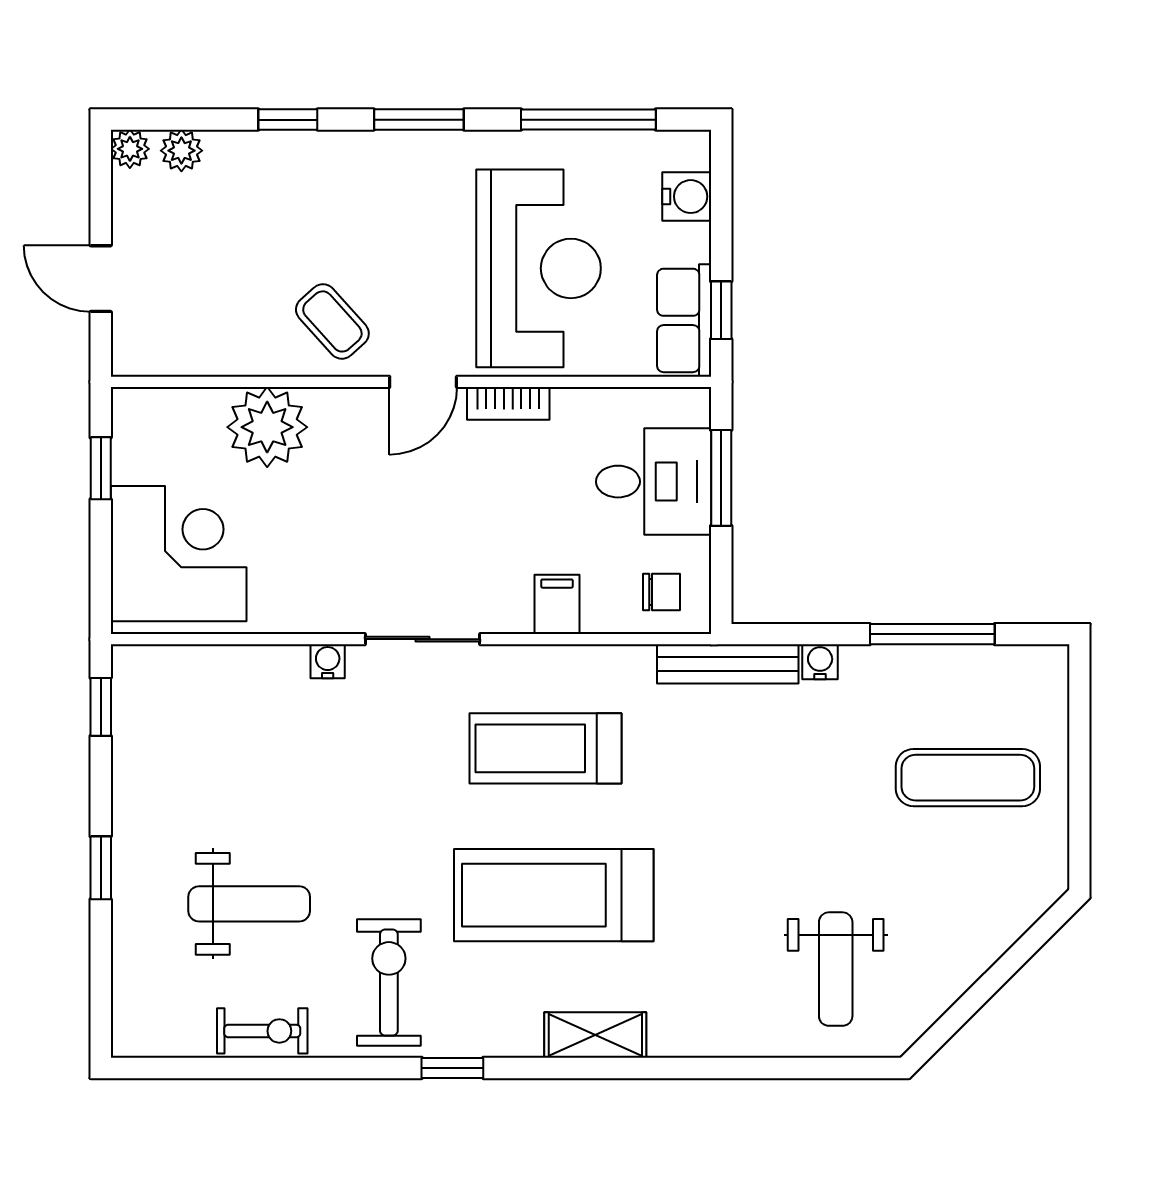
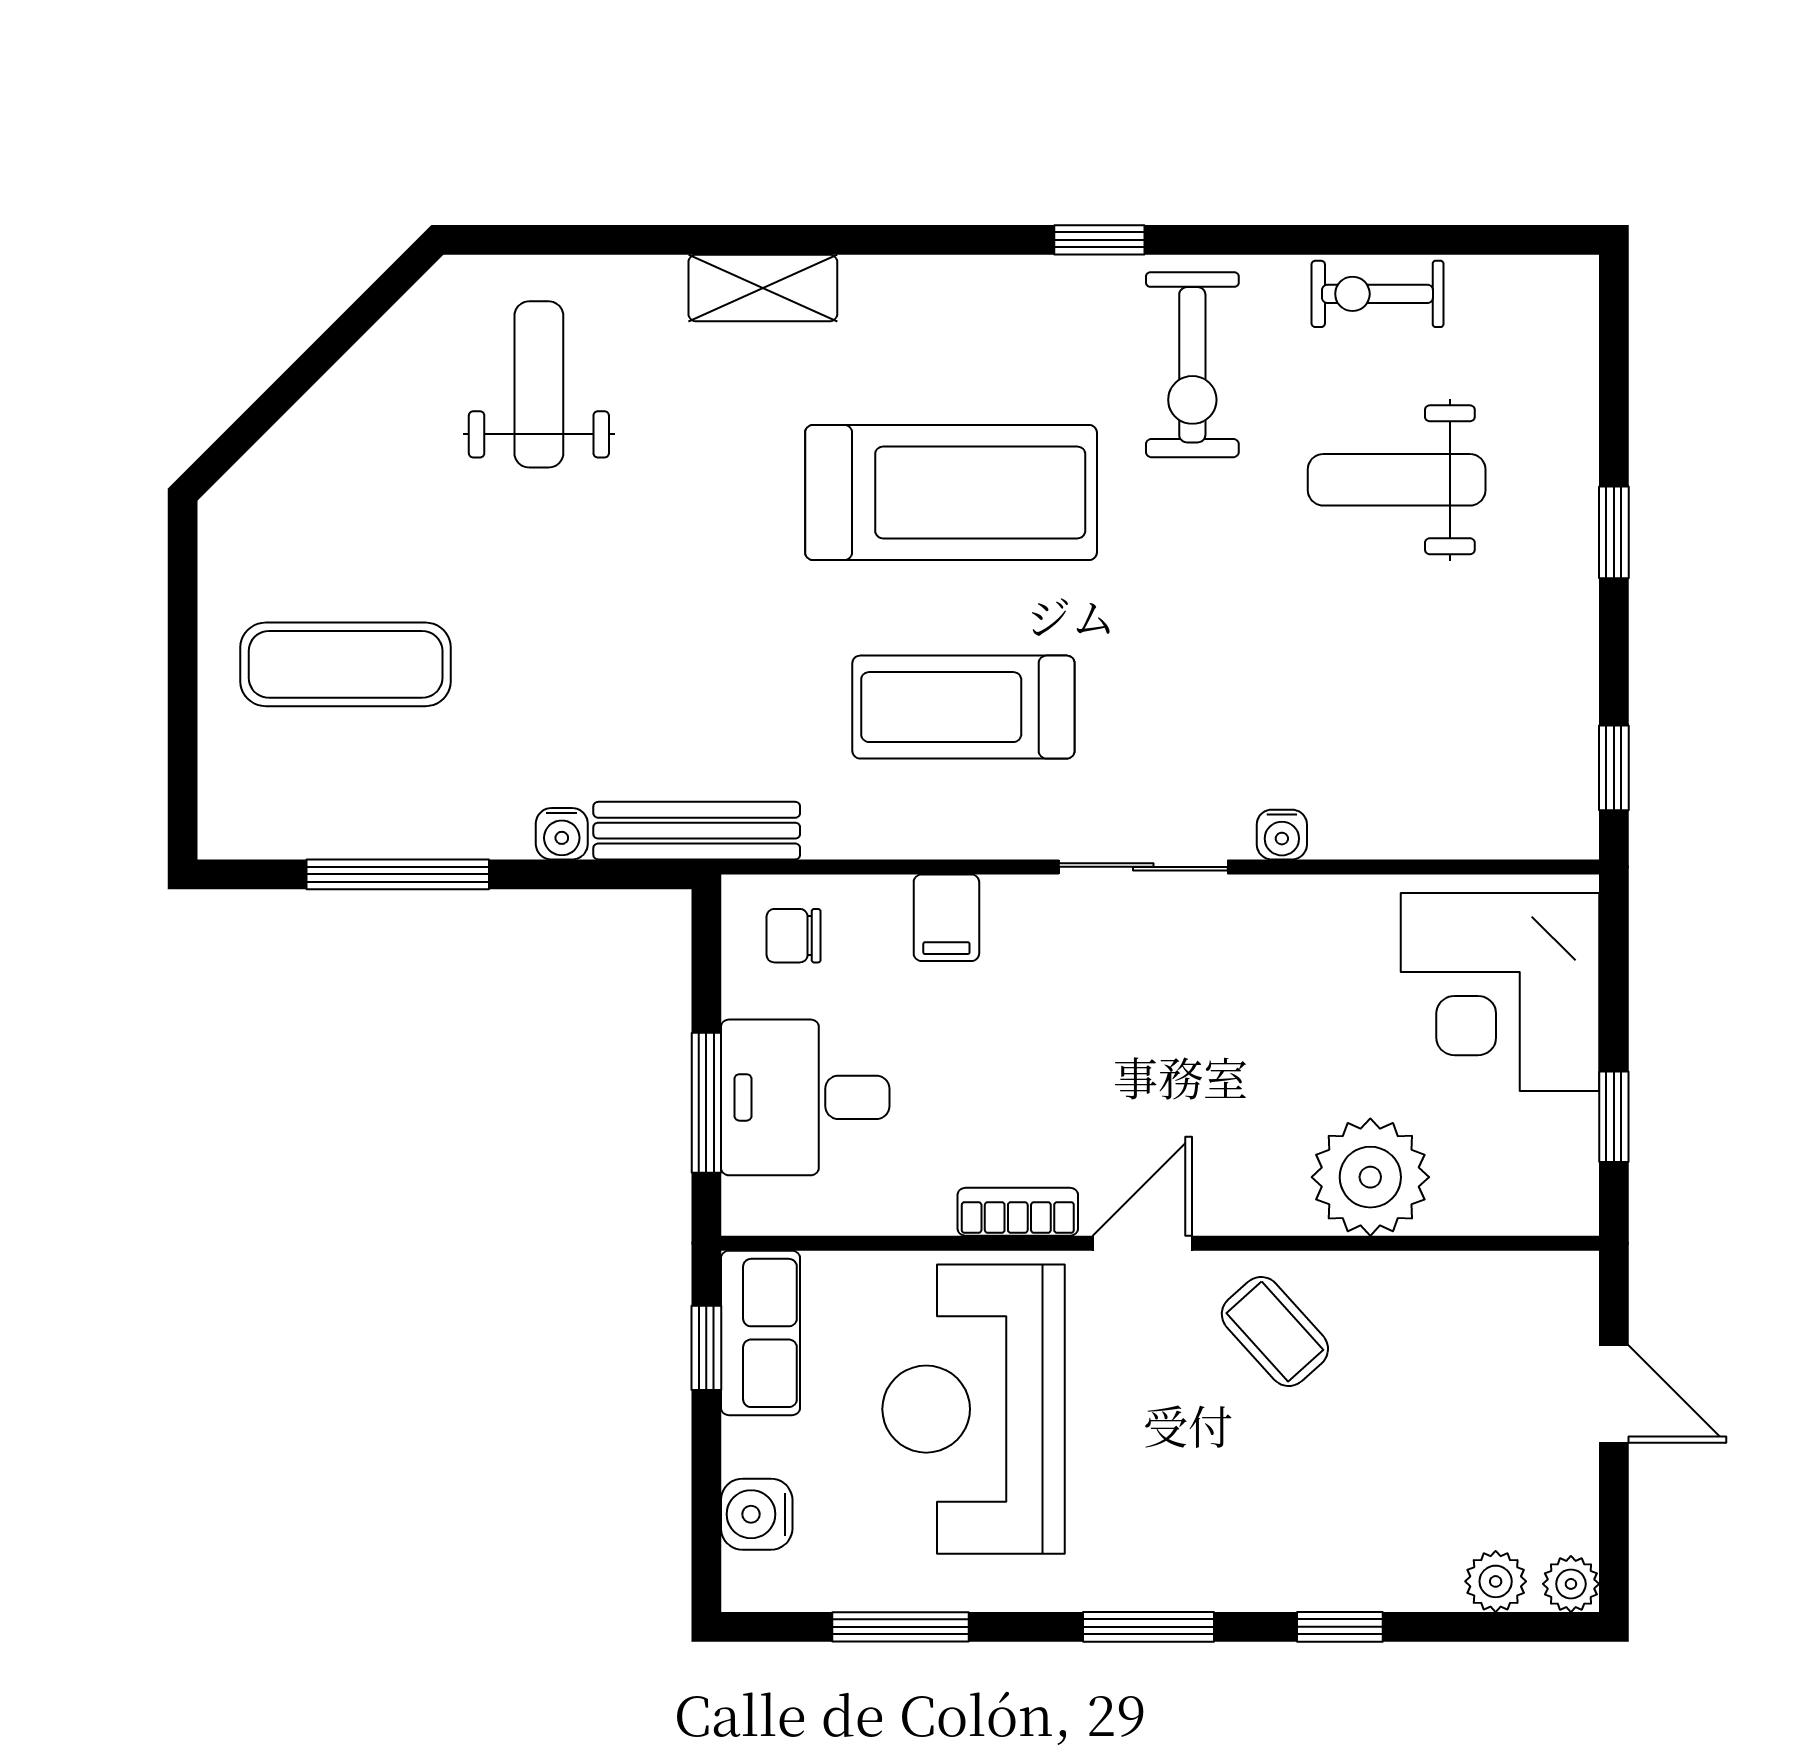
window: (588, 120) -> (900, 1627), width x0.69
treadmill: (545, 748) -> (963, 707), turned 180
shelving: (595, 1035) -> (763, 288), moved

